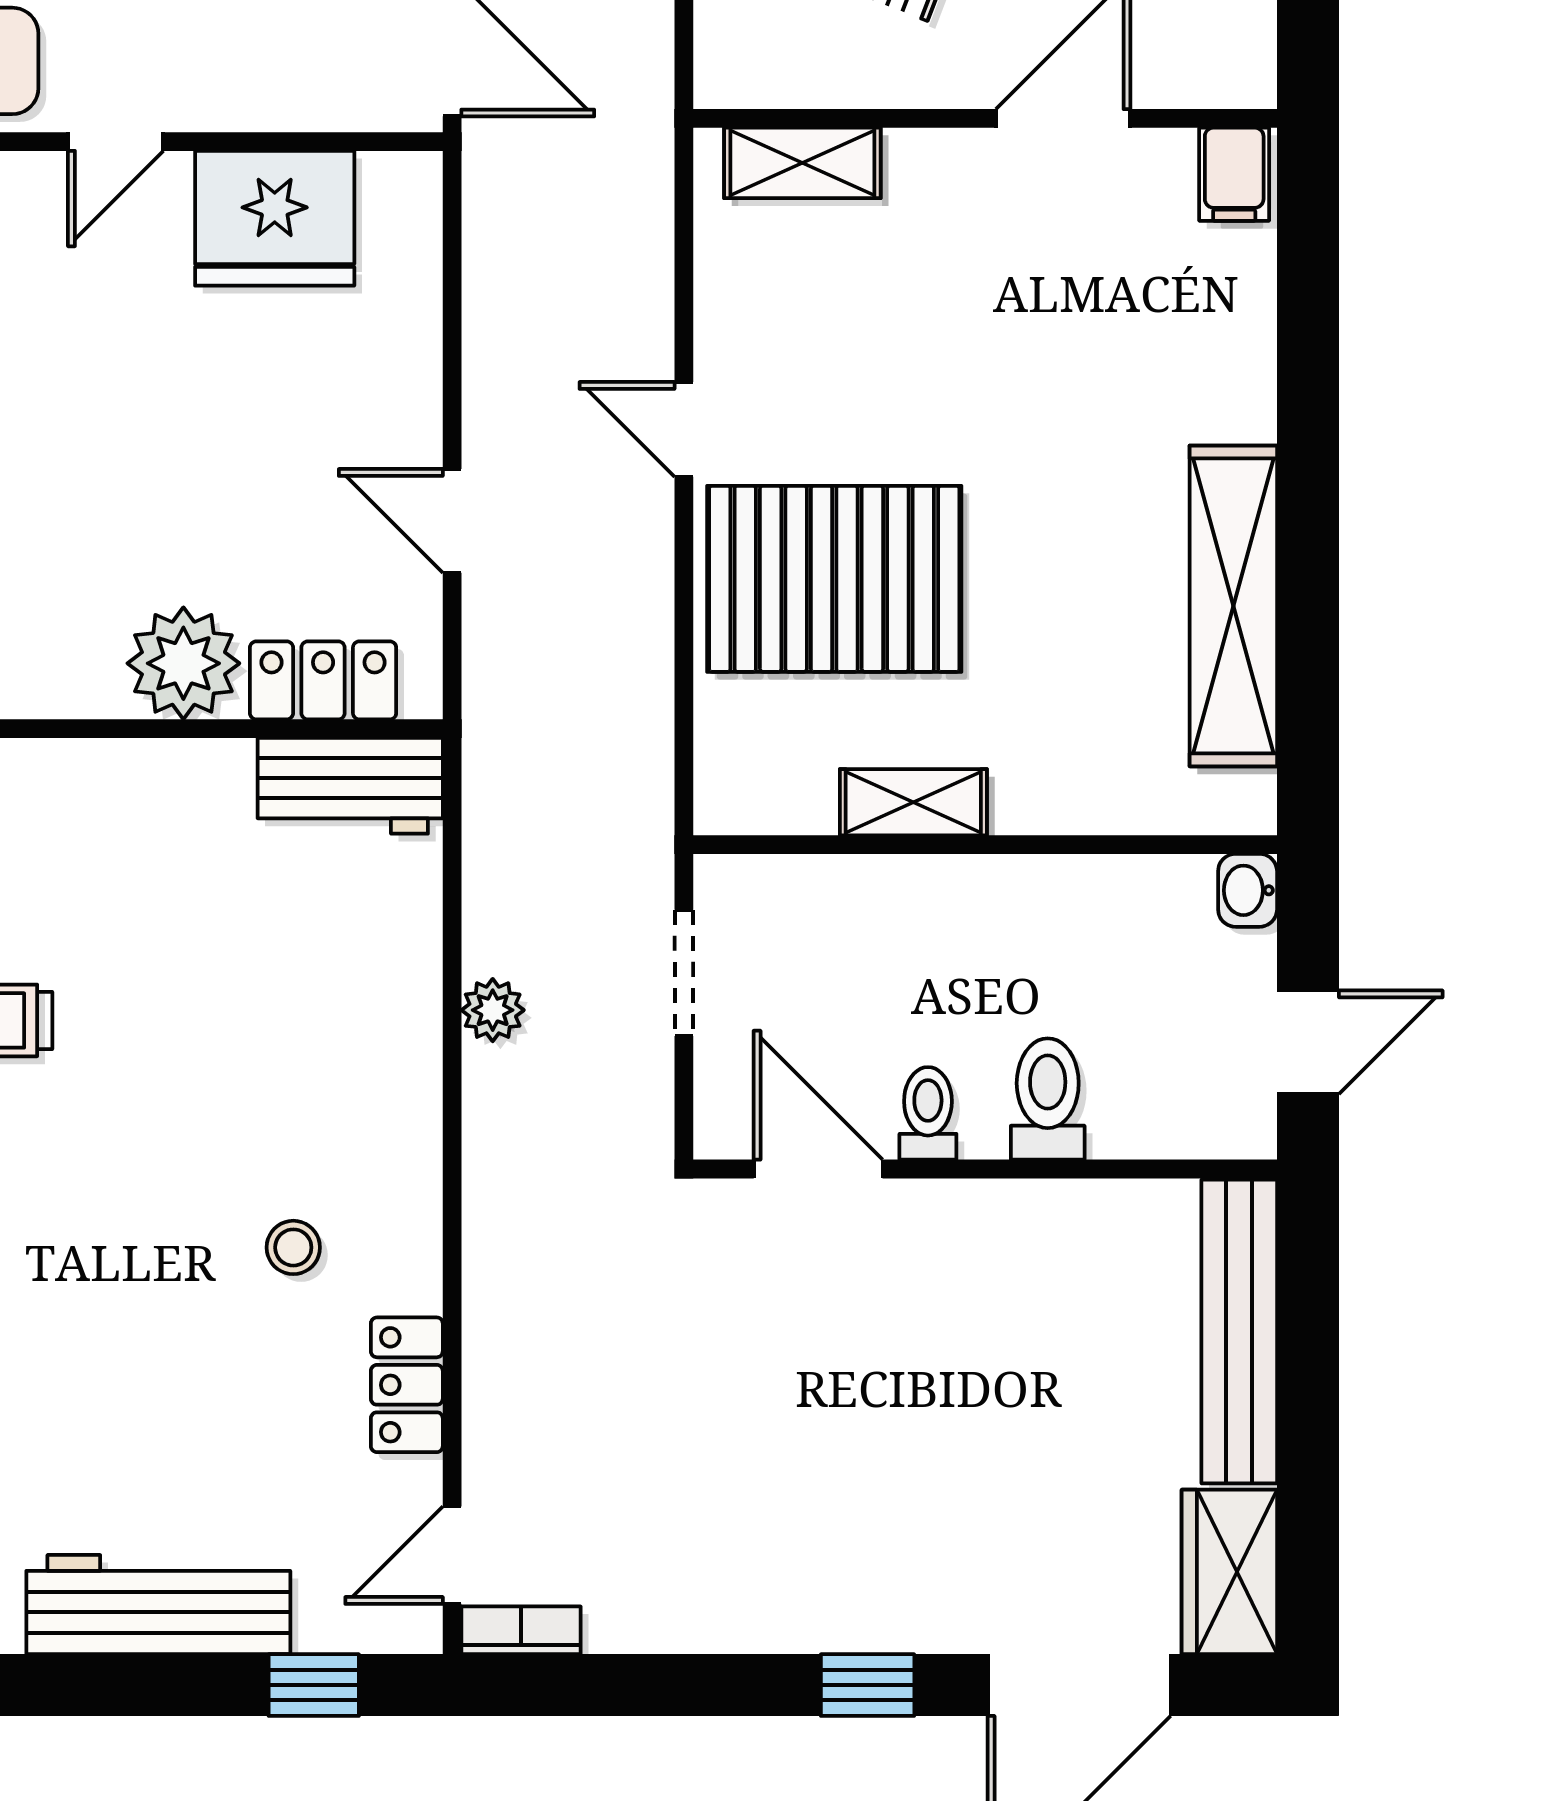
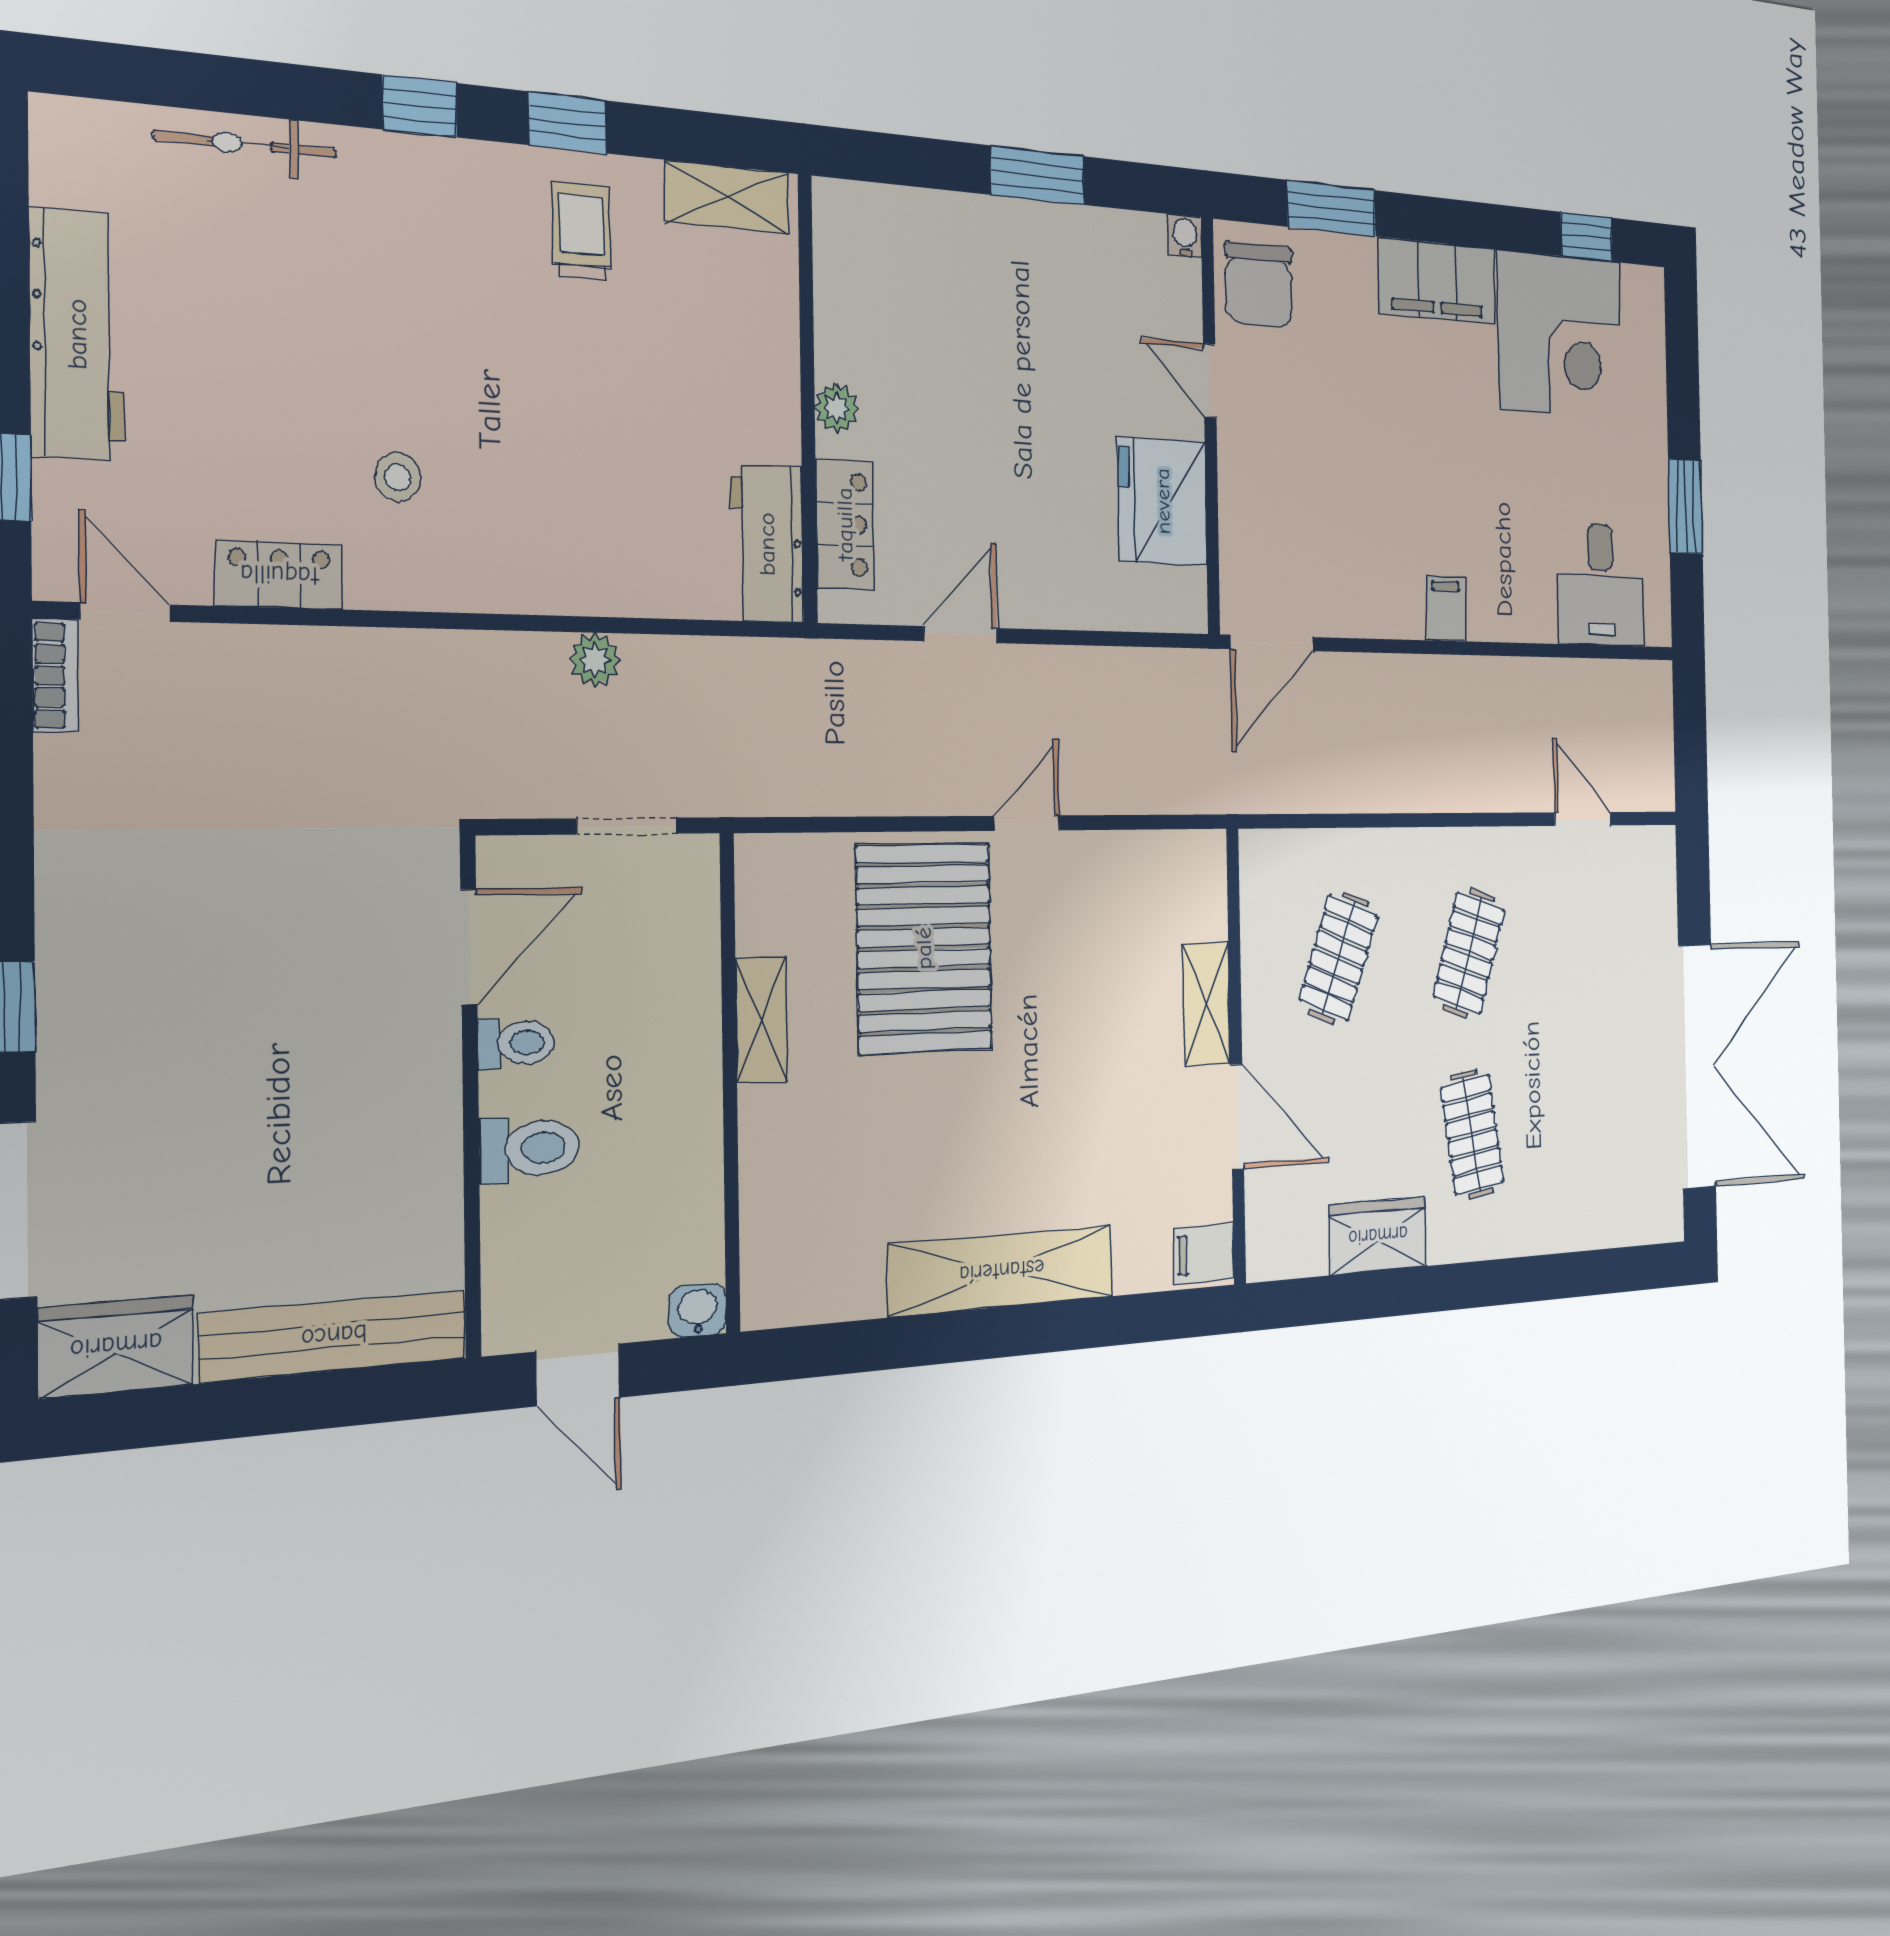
shelving: (802, 163) -> (1207, 1004), moved
shelving: (1233, 606) -> (1002, 1271), moved
plant: (183, 663) -> (837, 408), width x0.53, depth x0.53

